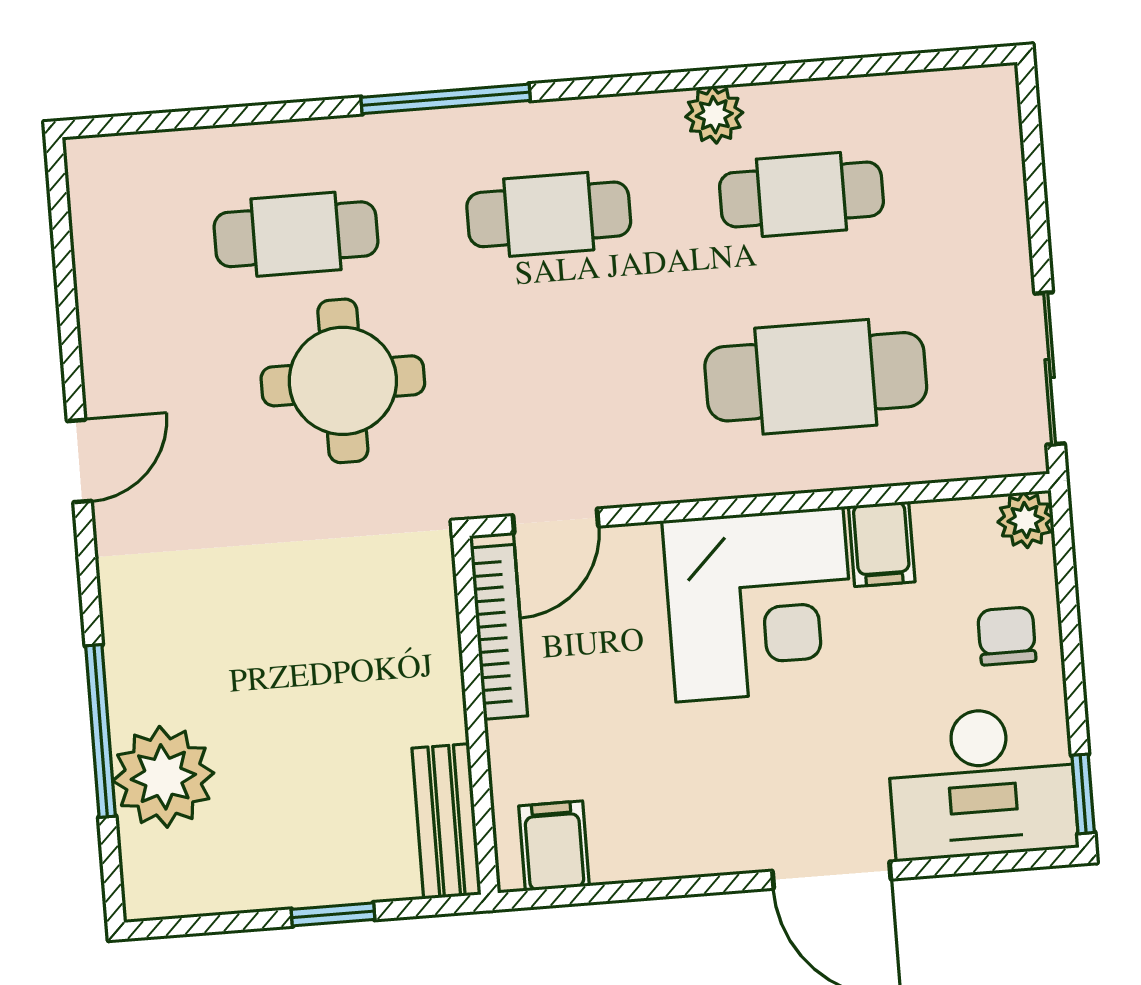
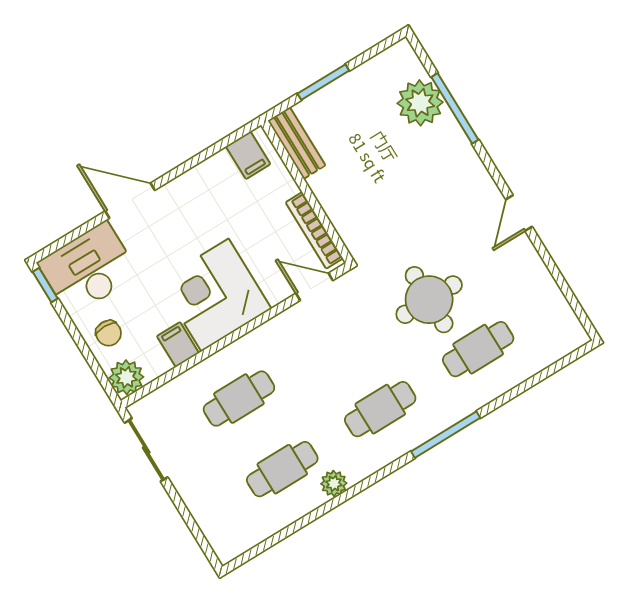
cafe table: (816, 377) -> (239, 399), width x0.73, depth x0.74
plant: (1025, 520) -> (126, 377), width x1.38, depth x1.38
door: (556, 521) -> (314, 287), hinge flipped
window: (333, 914) -> (323, 82), width x1.50

